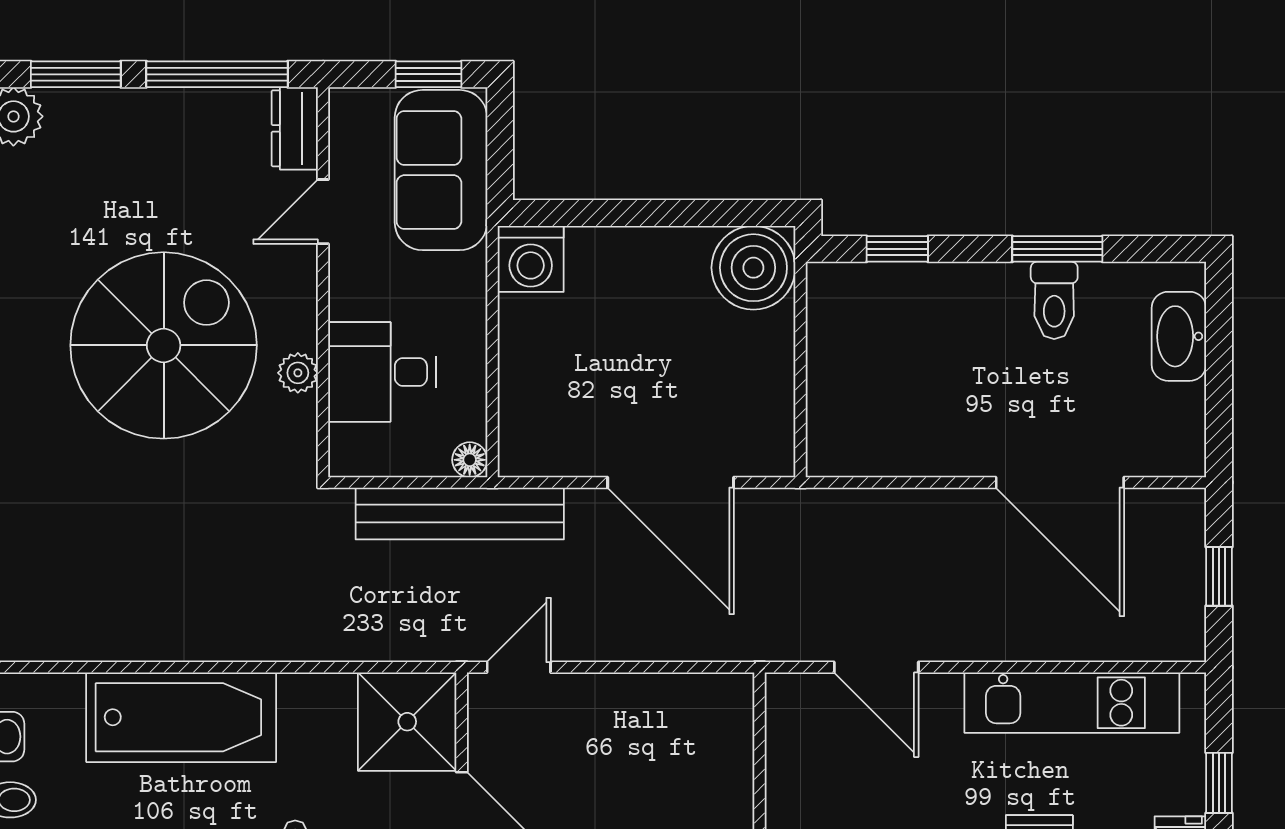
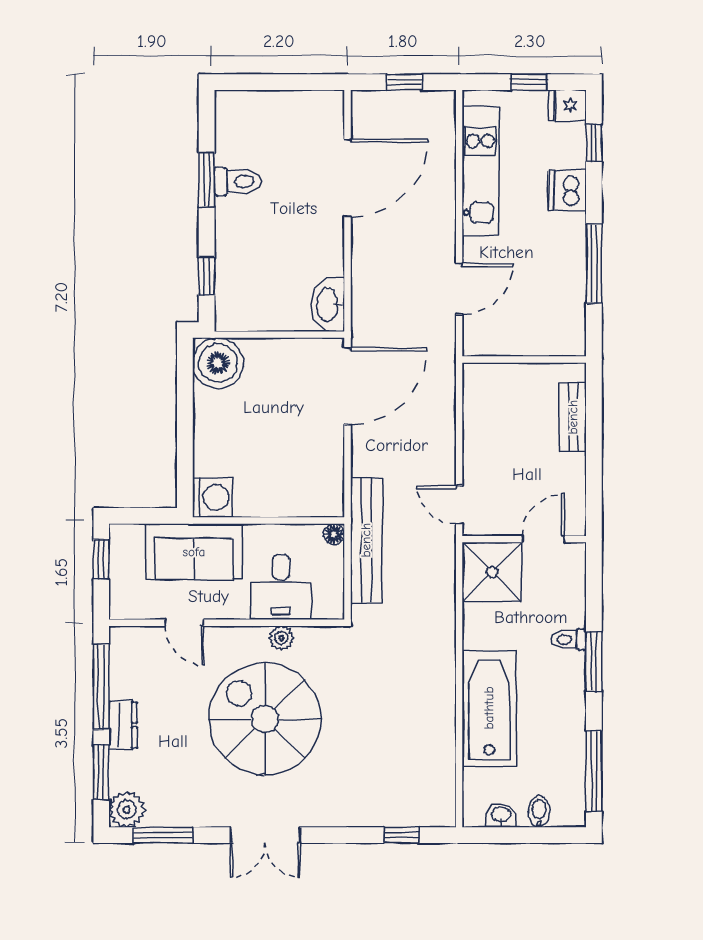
dresser: (295, 128) -> (123, 725), moved, turned -90
sofa: (441, 170) -> (194, 552), moved
washbasin: (1179, 336) -> (328, 305), moved, turned 90
door: (671, 482) -> (348, 386), moved

